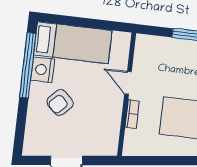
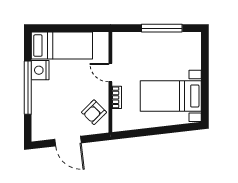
window: (28, 65) -> (28, 88), moved
armchair: (60, 102) -> (94, 112), moved

